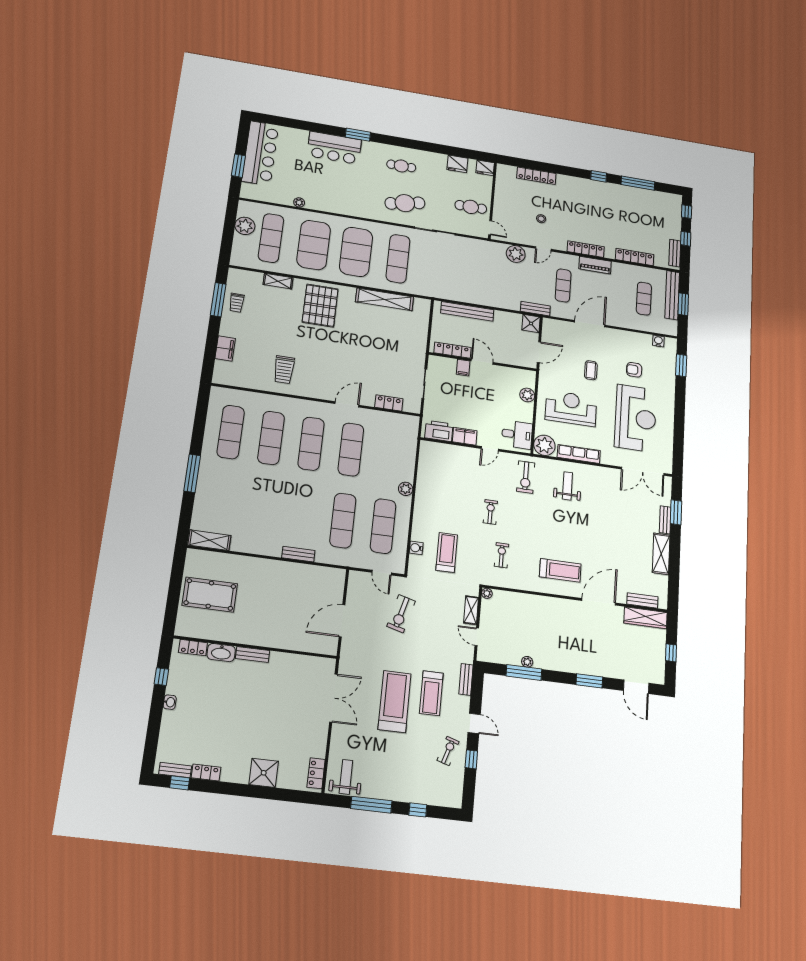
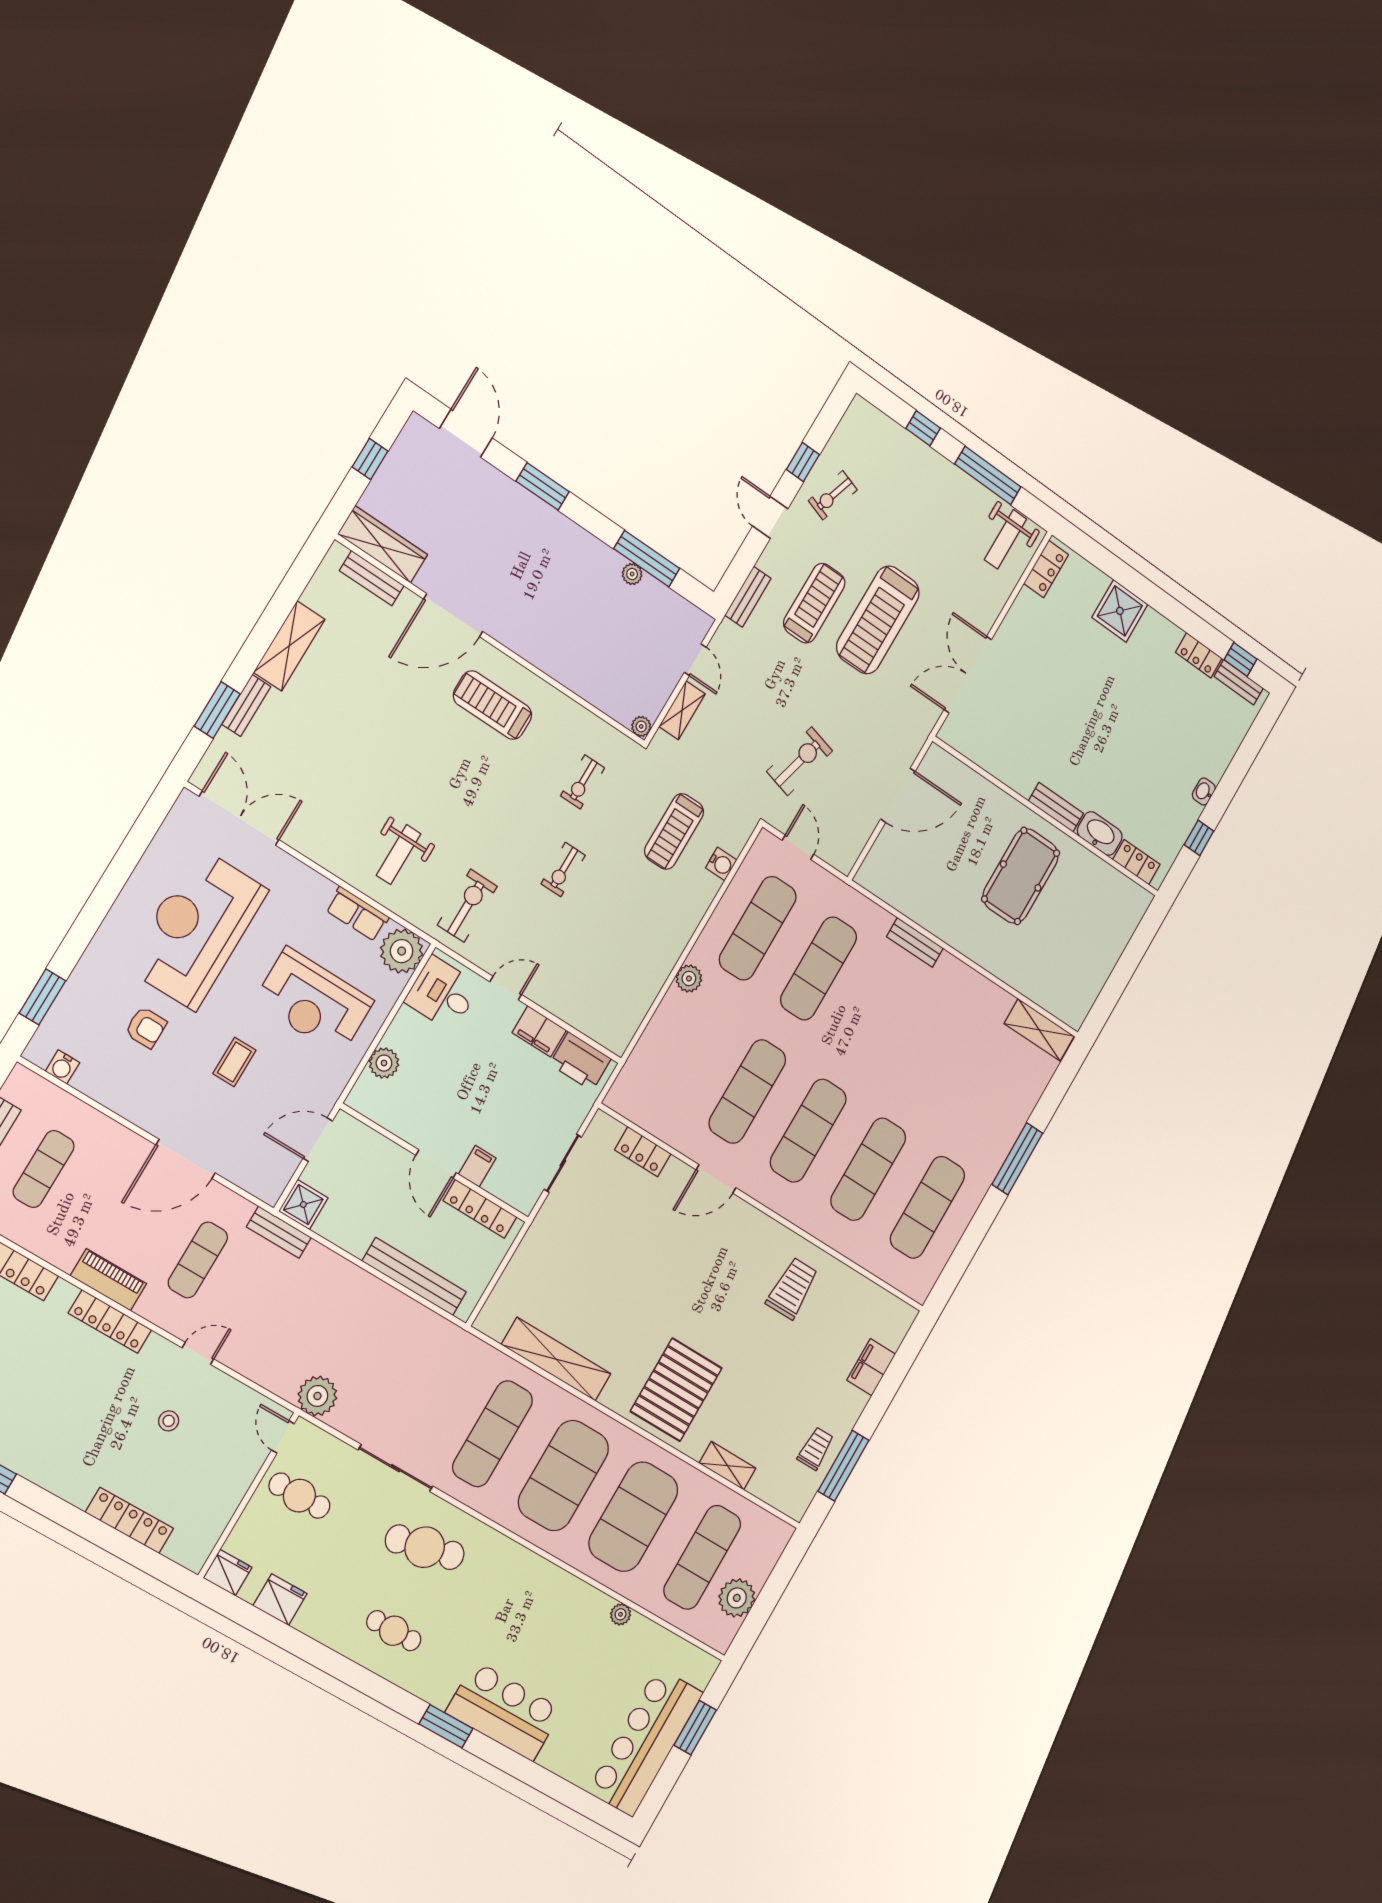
plant: (516, 254) -> (317, 1396), moved
row of seats: (579, 454) -> (357, 914), width x0.68
pool table: (210, 595) -> (1021, 876), moved, turned 90

